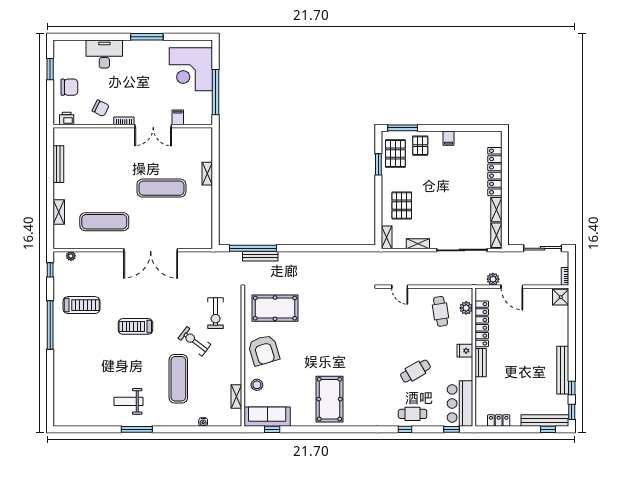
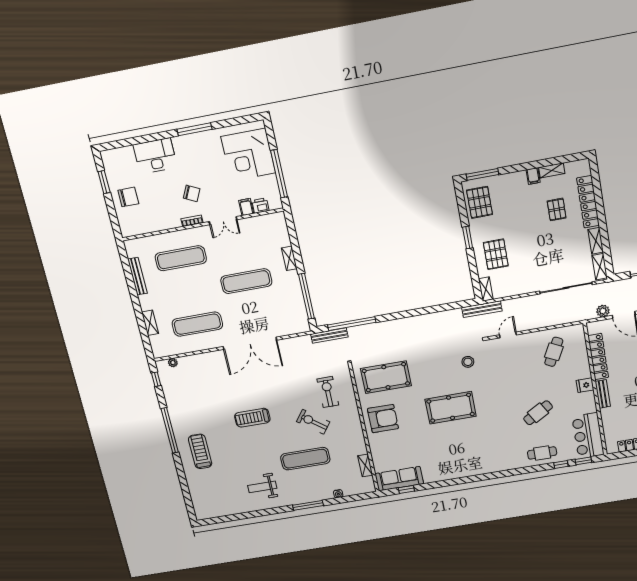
chair: (101, 108) -> (192, 193), moved
printer: (67, 118) -> (260, 206), moved
double door: (153, 126) -> (223, 221), width x0.73
pallet: (420, 146) -> (557, 209), moved
exercise mat: (104, 154) -> (181, 258), added
window: (378, 164) -> (468, 237), moved
window: (216, 213) -> (306, 296), added
shelving: (418, 244) -> (552, 170), moved
bench: (260, 256) -> (329, 336), moved
bench: (379, 257) -> (482, 309), added
door: (400, 287) -> (508, 335), swing flipped
treadmill: (81, 305) -> (200, 451), moved, turned -90
plant: (466, 308) -> (580, 344), removed
cafe table: (441, 311) -> (554, 352), turned 36
exercise bike: (216, 313) -> (328, 392), turned 180
armchair: (264, 350) -> (383, 419), turned -73
exercise mat: (178, 379) -> (305, 459), turned 90
stool: (257, 385) -> (468, 362), moved
pool table: (329, 399) -> (451, 408), moved, turned 90
window: (137, 429) -> (308, 505), moved
window: (405, 429) -> (561, 465), moved

